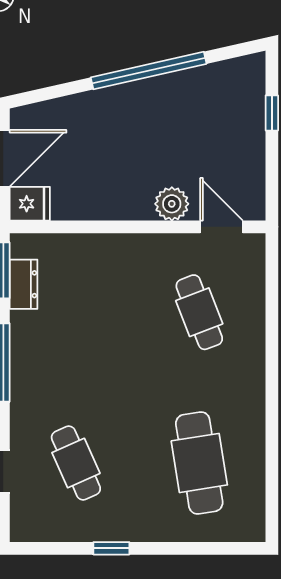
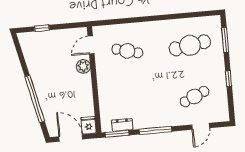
window: (149, 71) -> (35, 99), moved
cafe table: (199, 312) -> (127, 51), turned 36
window: (205, 548) -> (225, 40), added

